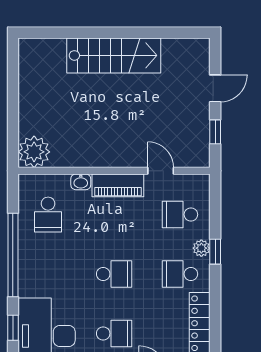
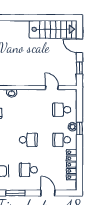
stairs: (114, 55) -> (53, 29), moved
door: (215, 88) -> (79, 46), swing flipped
piano: (118, 185) -> (30, 95), removed
school desk: (114, 333) -> (28, 170), turned 180

